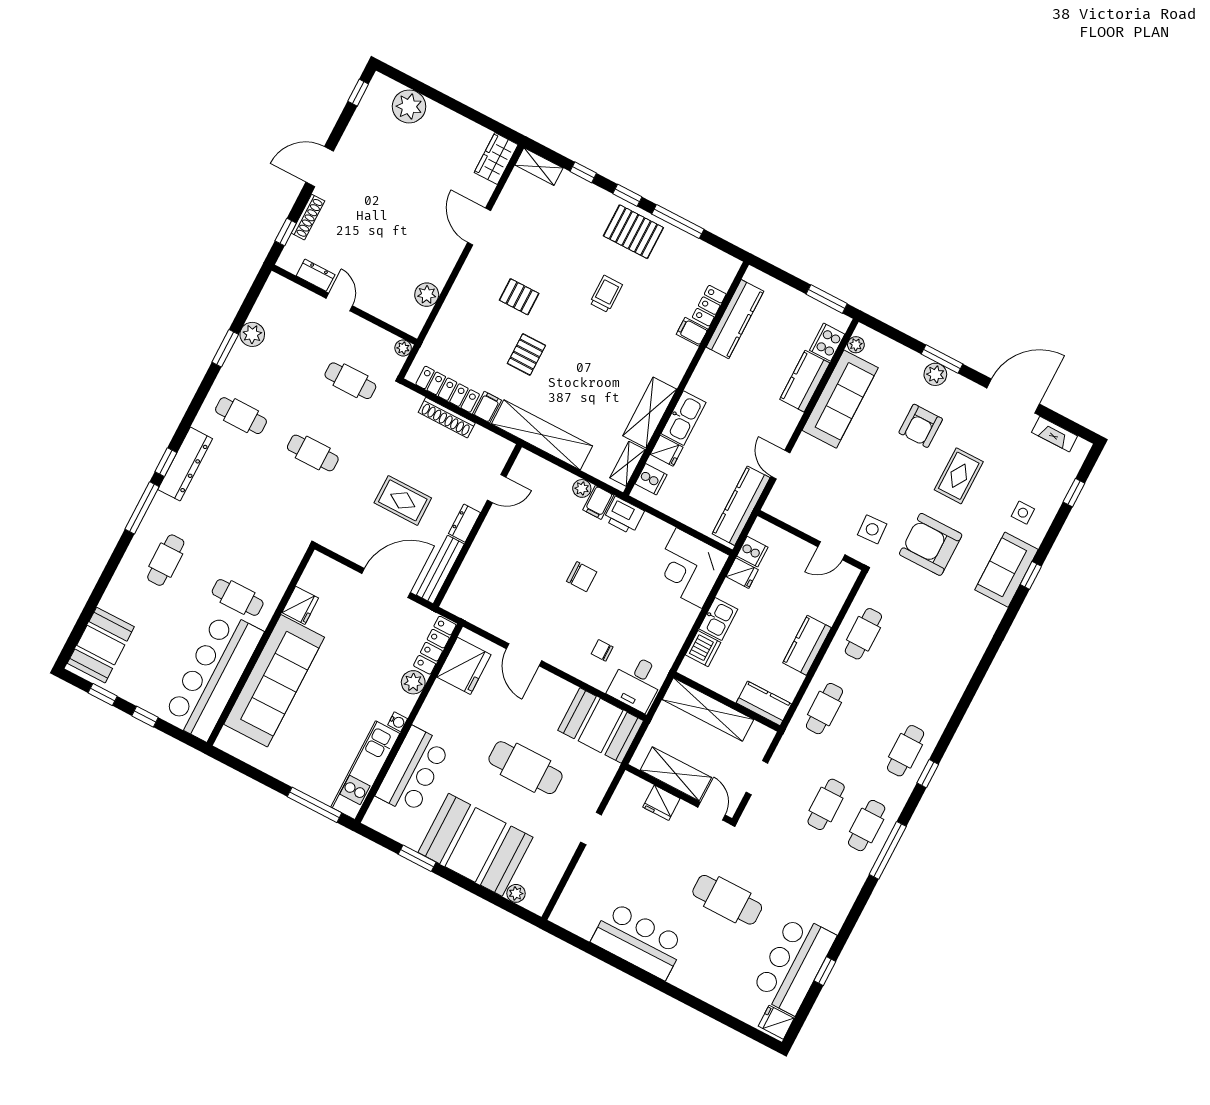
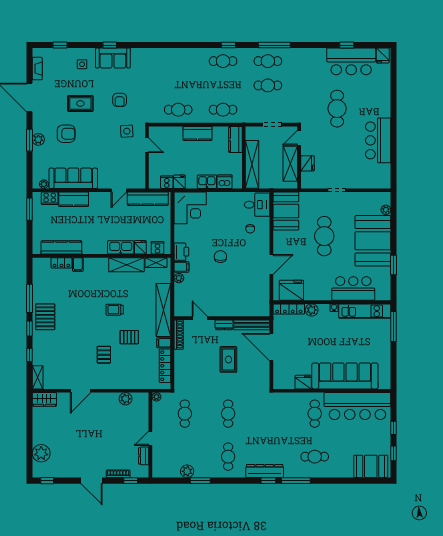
trolley: (606, 294) -> (115, 310), moved
shoe rack: (447, 418) -> (179, 335), moved
armchair: (931, 544) -> (120, 100), width x0.53, depth x0.53

